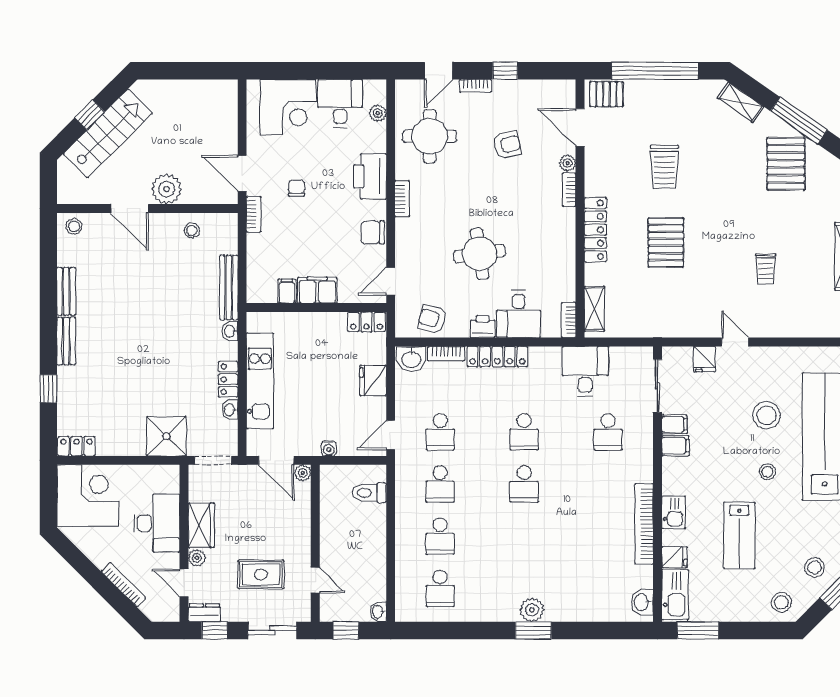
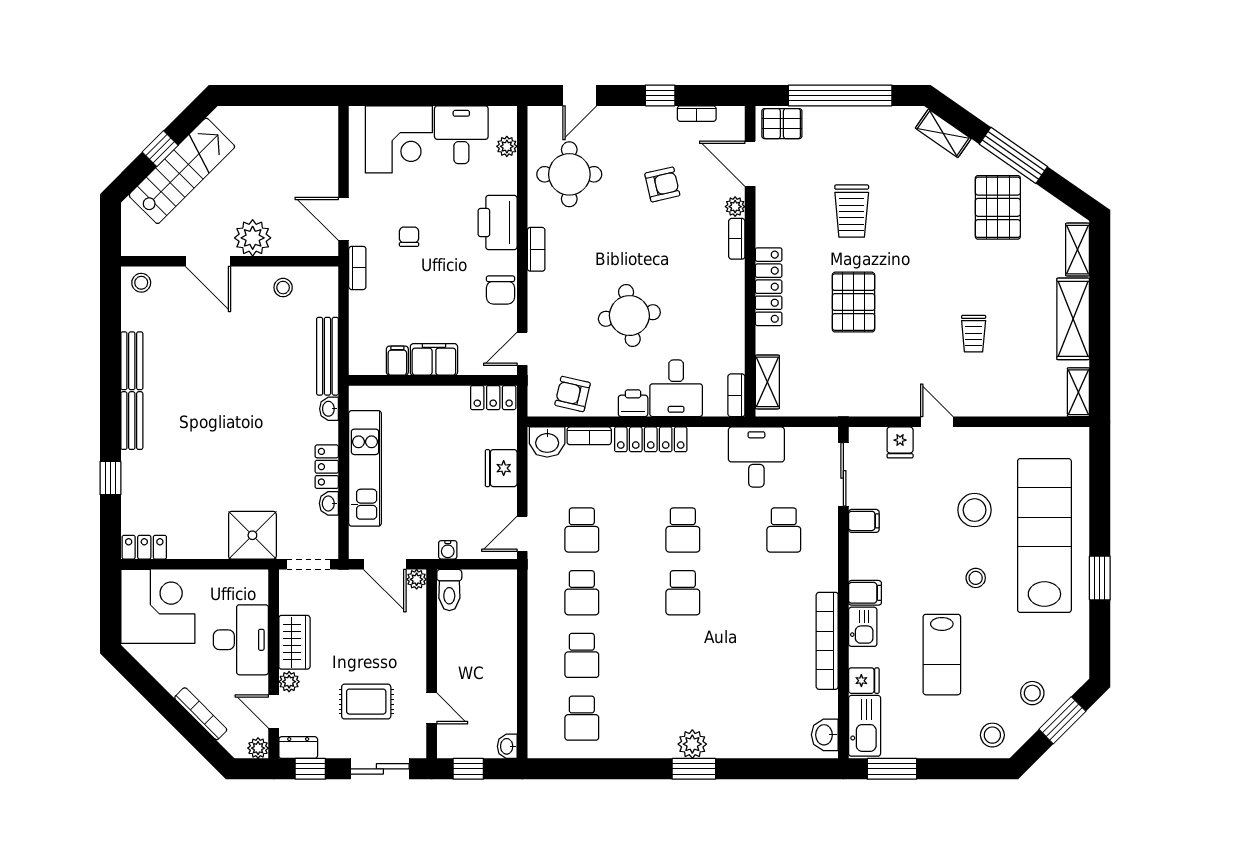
bookcase: (475, 86) -> (697, 114), moved
chair: (373, 232) -> (500, 290), turned -90
filing cabinet: (675, 446) -> (865, 593), moved
toilet: (369, 493) -> (449, 590), moved, turned -90
plant: (171, 613) -> (258, 748), added

